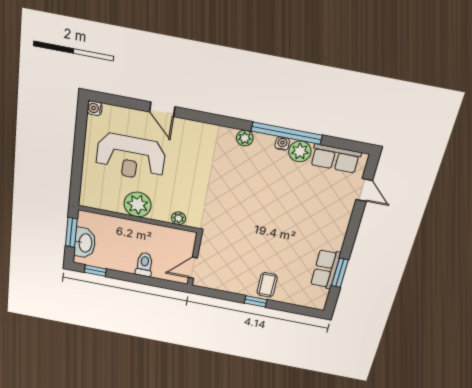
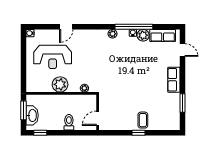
door: (162, 109) -> (66, 27), hinge flipped
row of seats: (326, 269) -> (174, 80), moved

